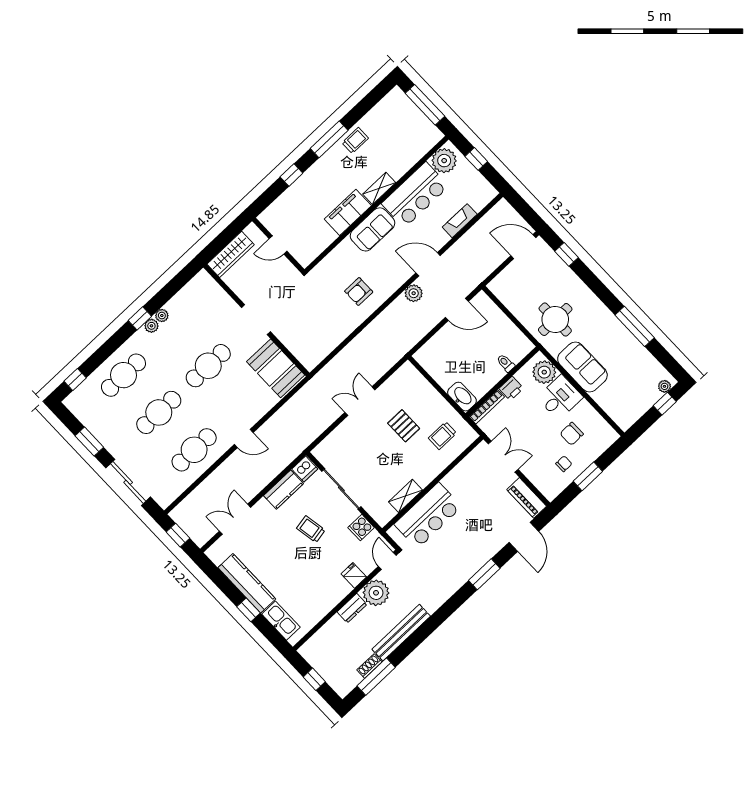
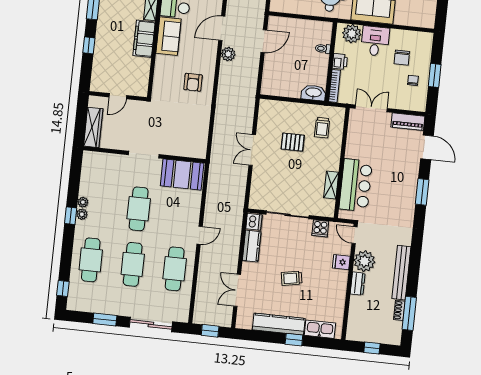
trolley: (311, 529) -> (292, 278), moved

